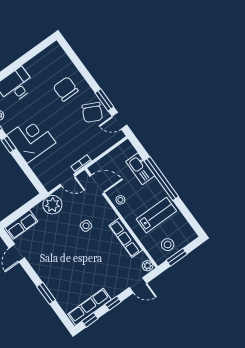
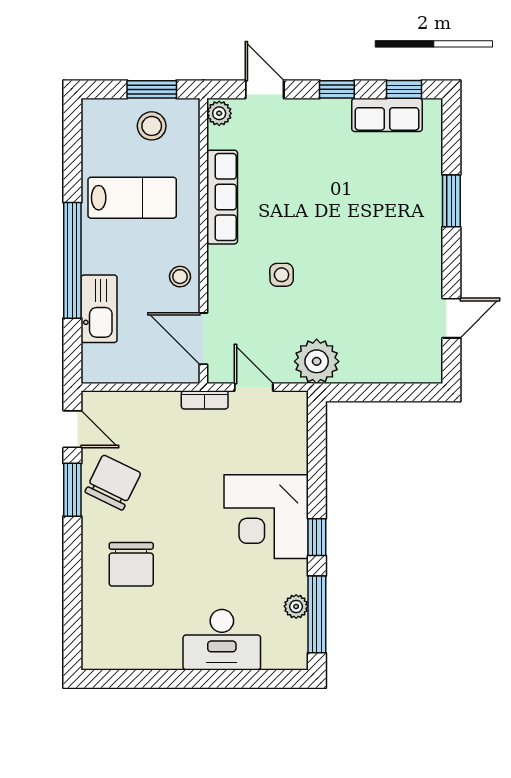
lab bench: (156, 215) -> (132, 198), turned 180
row of seats: (21, 225) -> (403, 366), removed
row of seats: (89, 307) -> (387, 115), width x0.68

